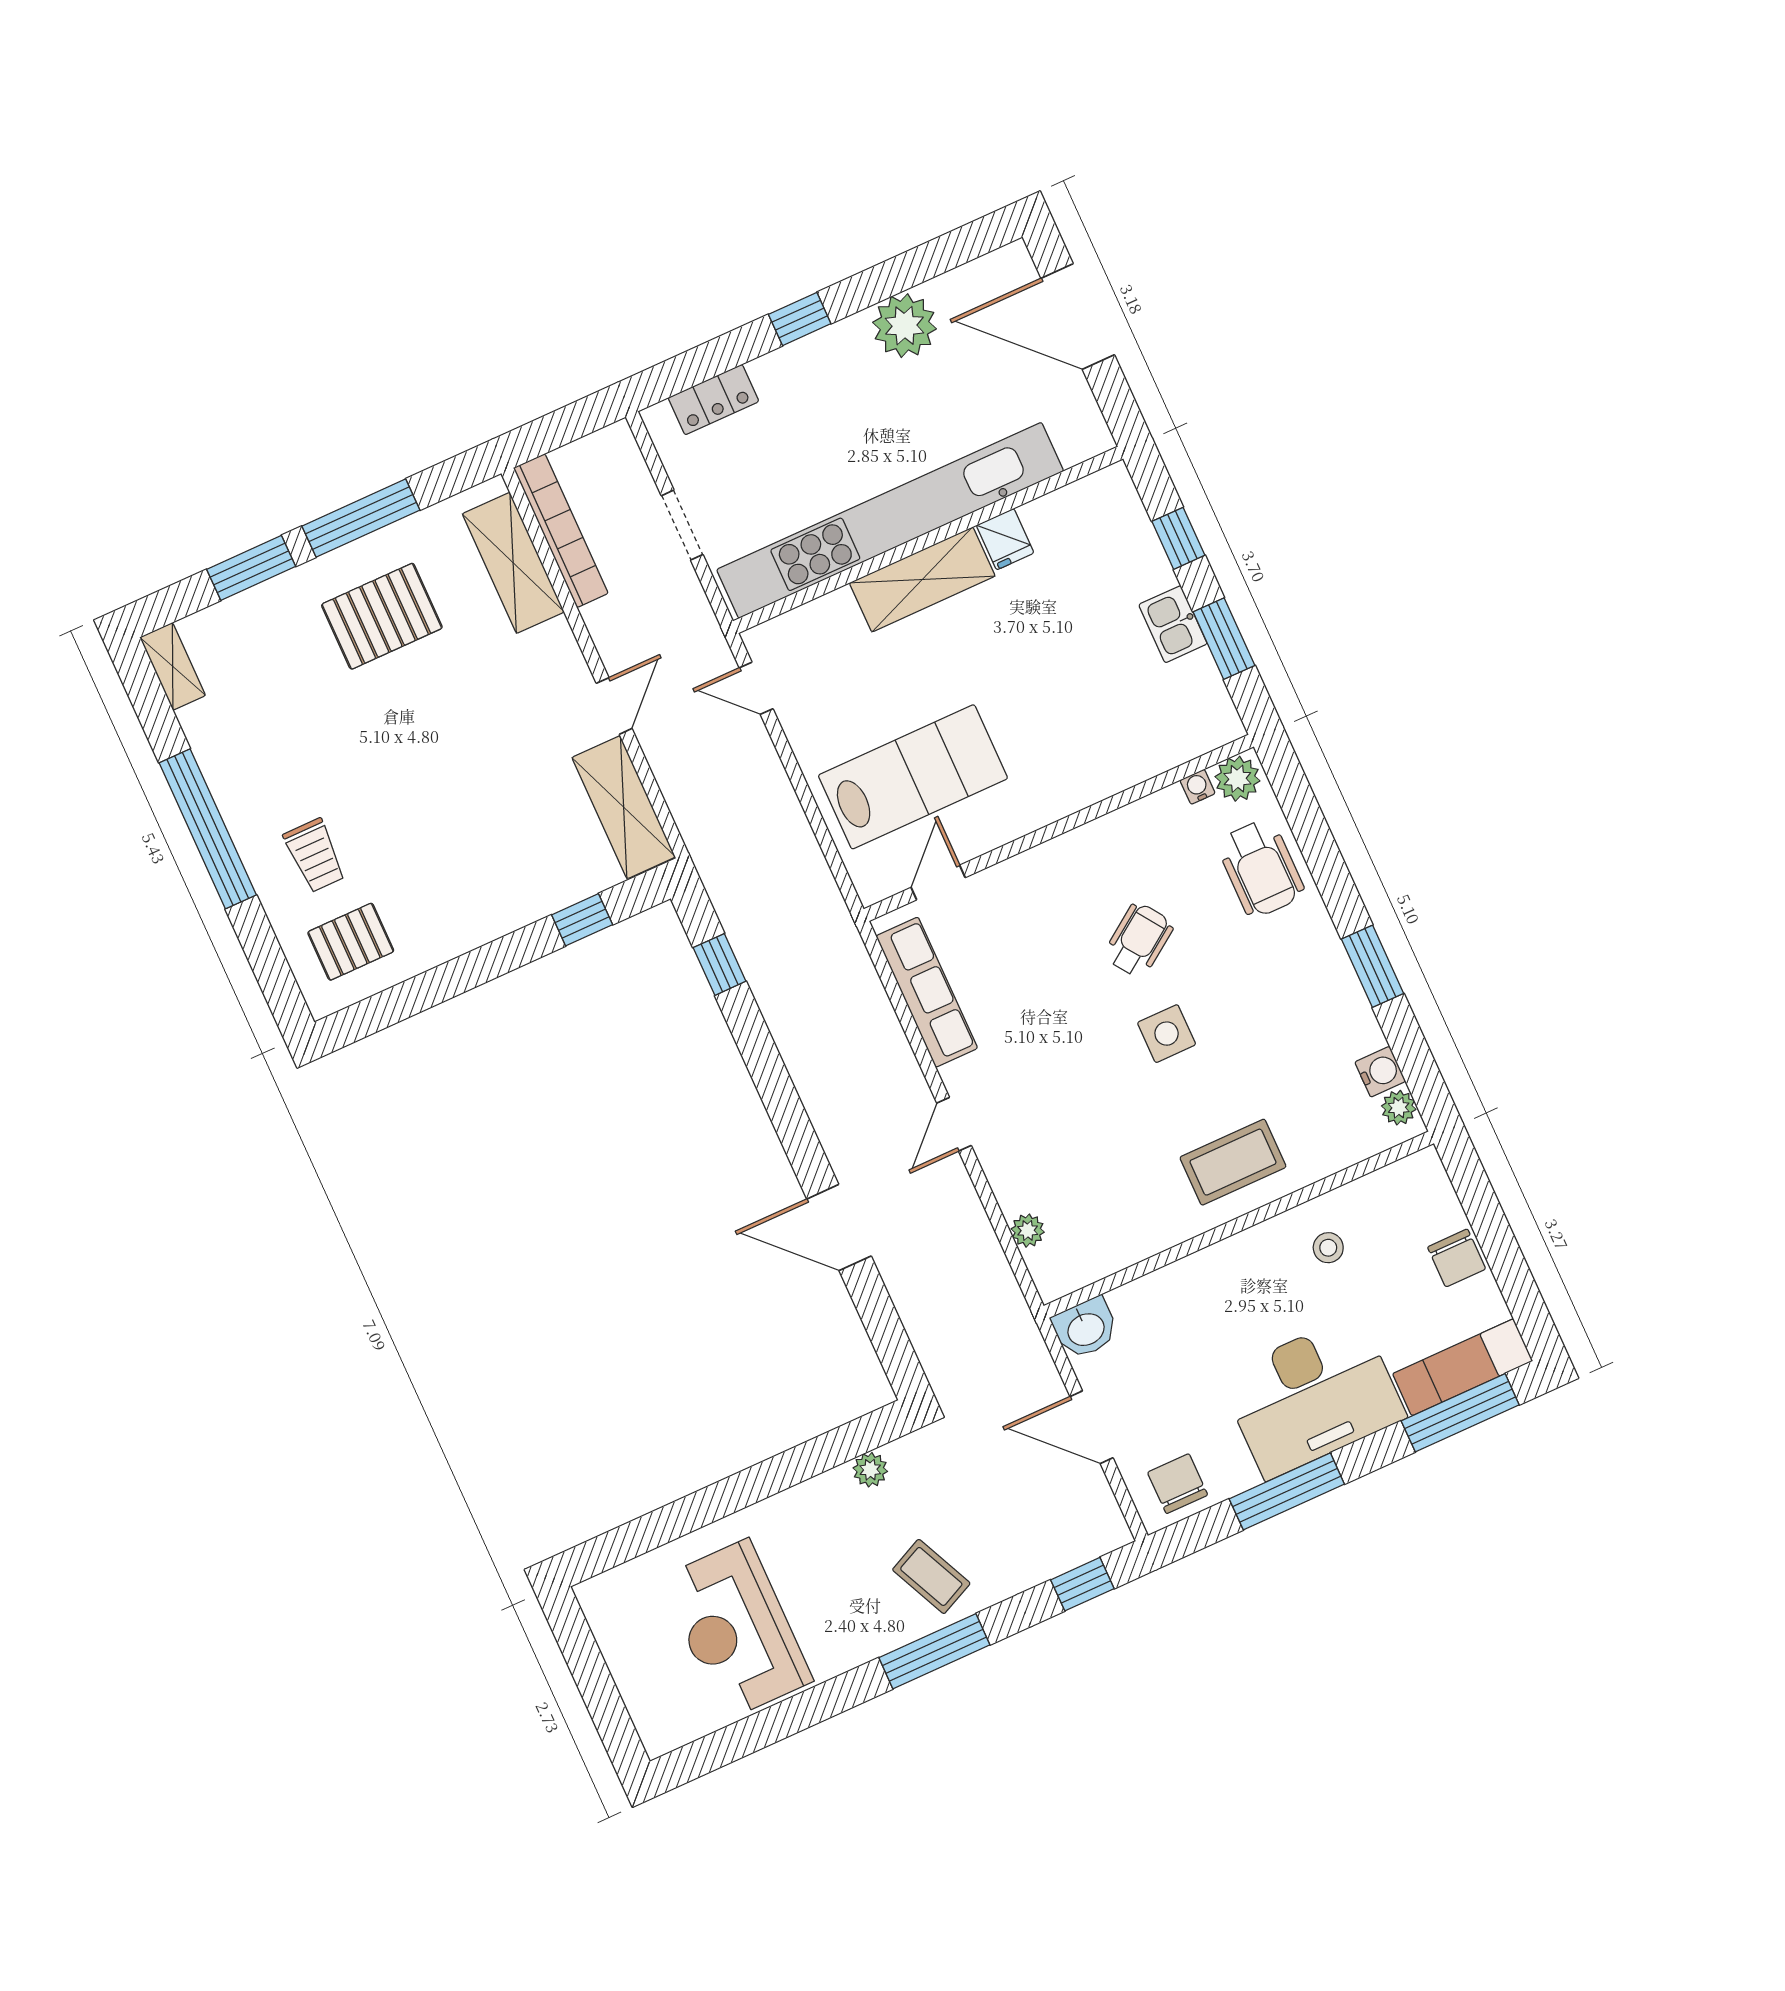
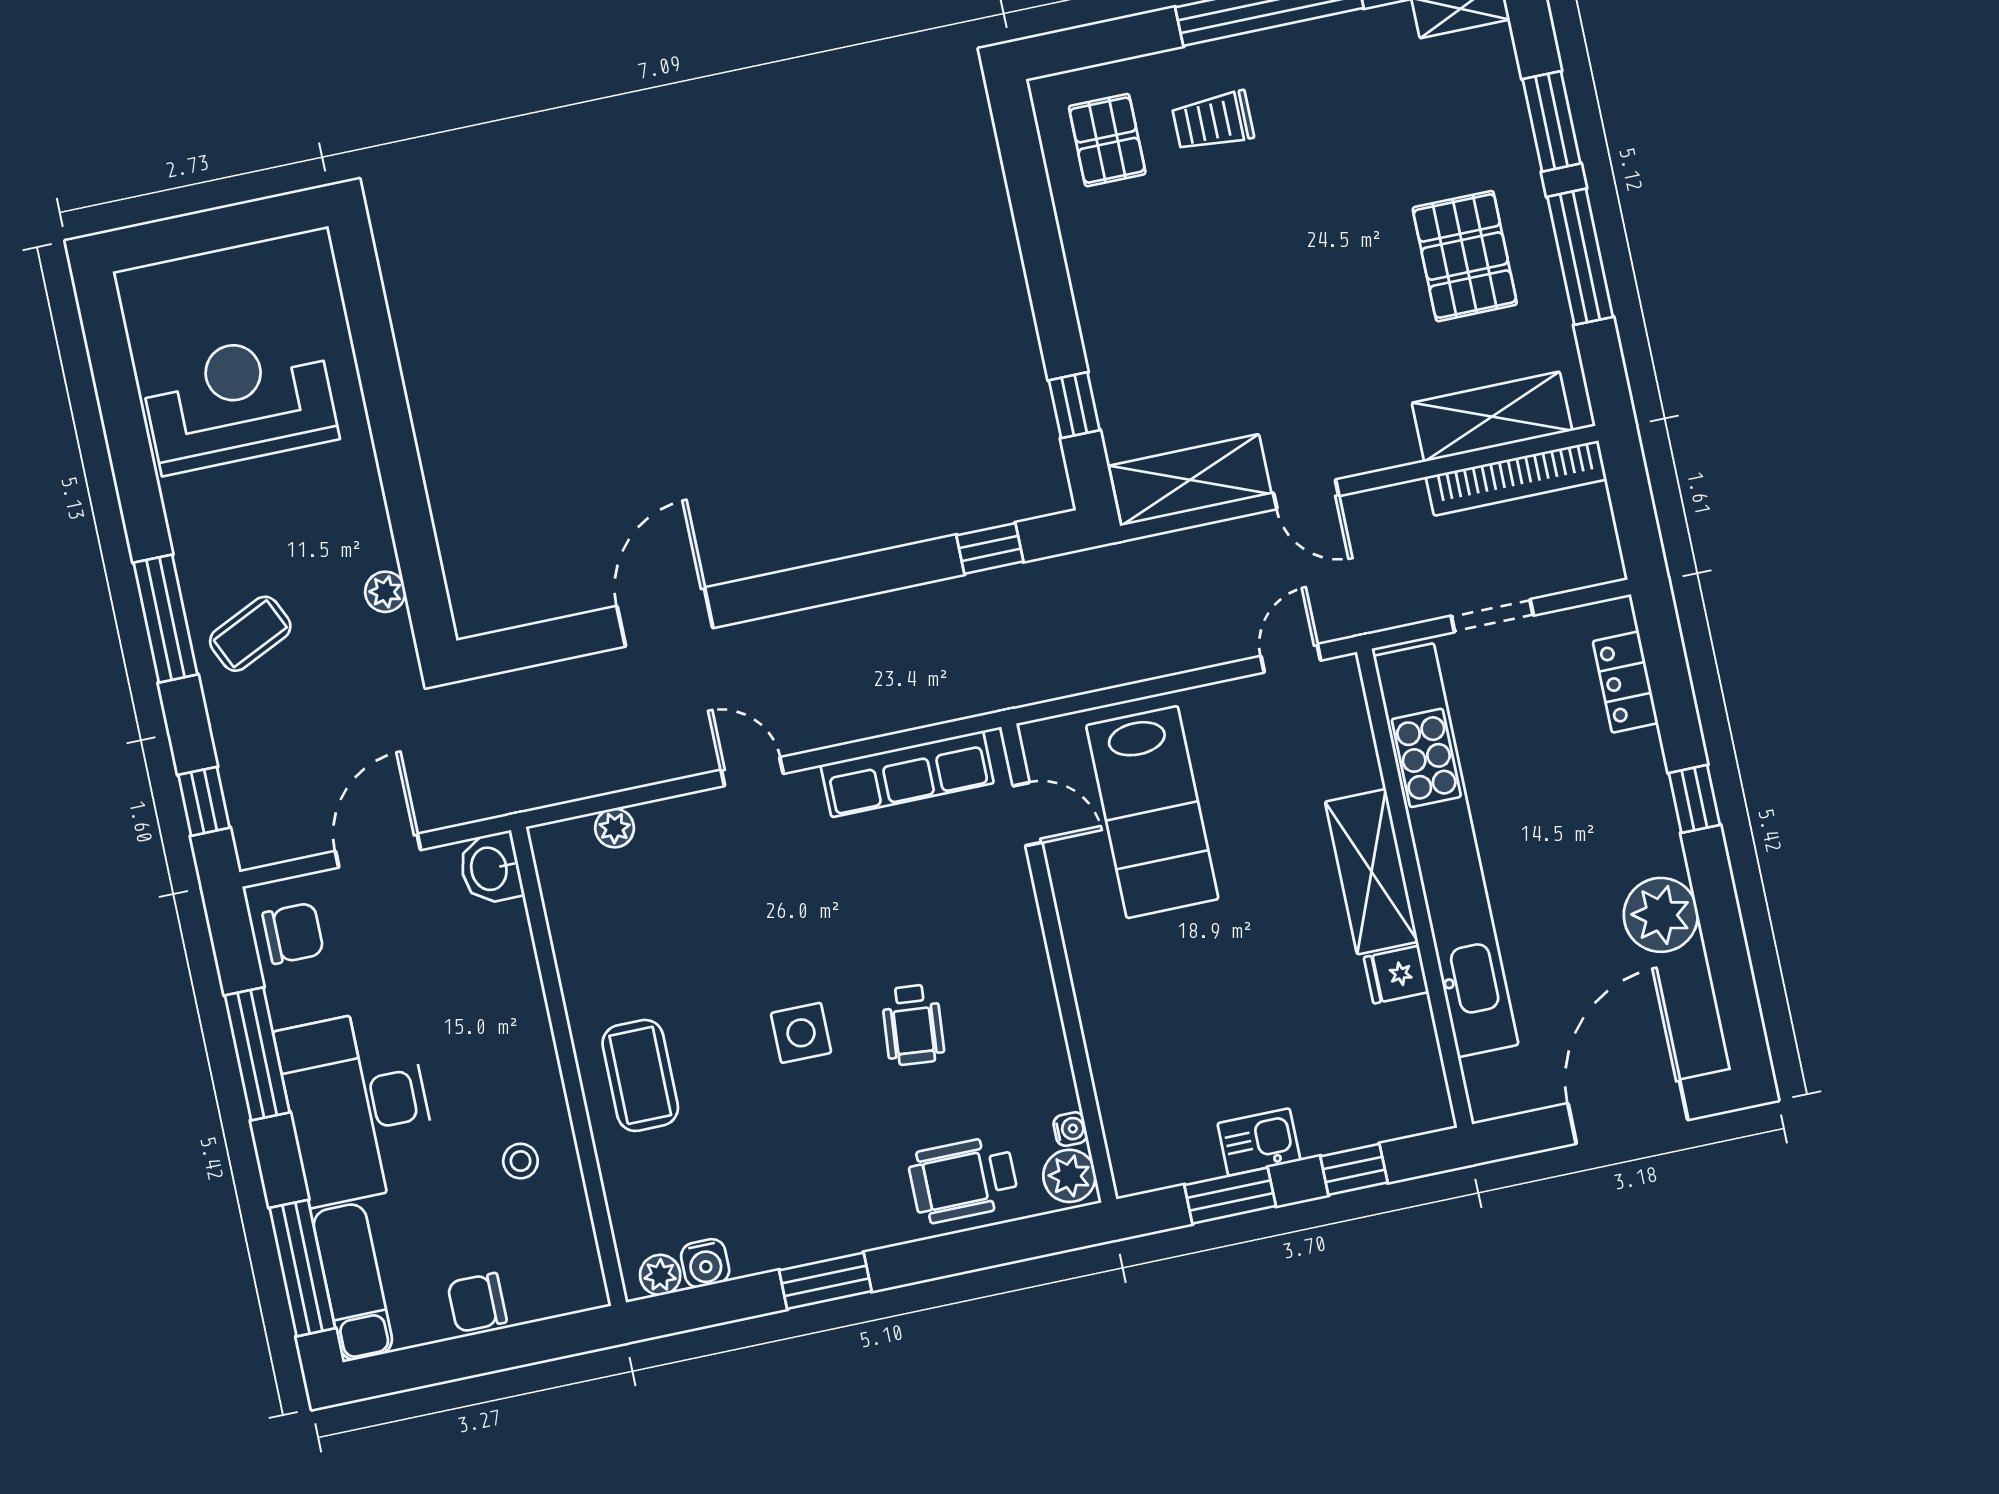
wheelchair: (1139, 940) -> (913, 1025), turned 40

